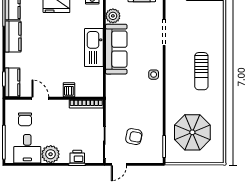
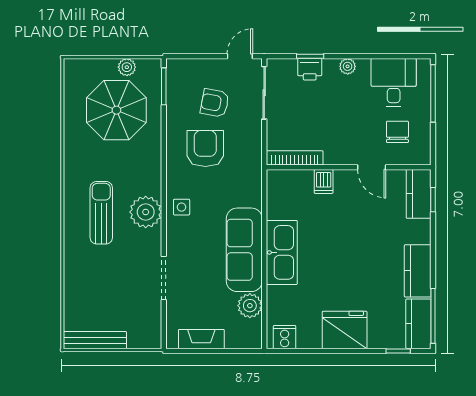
plant: (175, 72) -> (146, 212), added
armchair: (139, 109) -> (205, 149), added
plant: (51, 154) -> (348, 66), width x0.53, depth x0.53
plant: (186, 158) -> (127, 67), added

